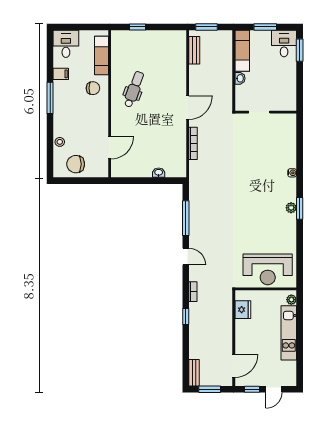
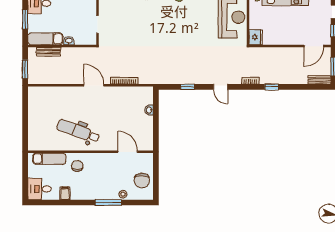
window: (138, 27) -> (25, 128), removed
bench: (194, 50) -> (48, 52), moved
dental chair: (134, 89) -> (78, 131), width x1.36, depth x1.38
window: (50, 98) -> (108, 202), moved
window: (186, 218) -> (188, 87), width x0.46
door: (186, 257) -> (221, 87), swing flipped
fridge: (243, 310) -> (256, 37), moved, turned 90
door: (234, 366) -> (314, 46), swing flipped

